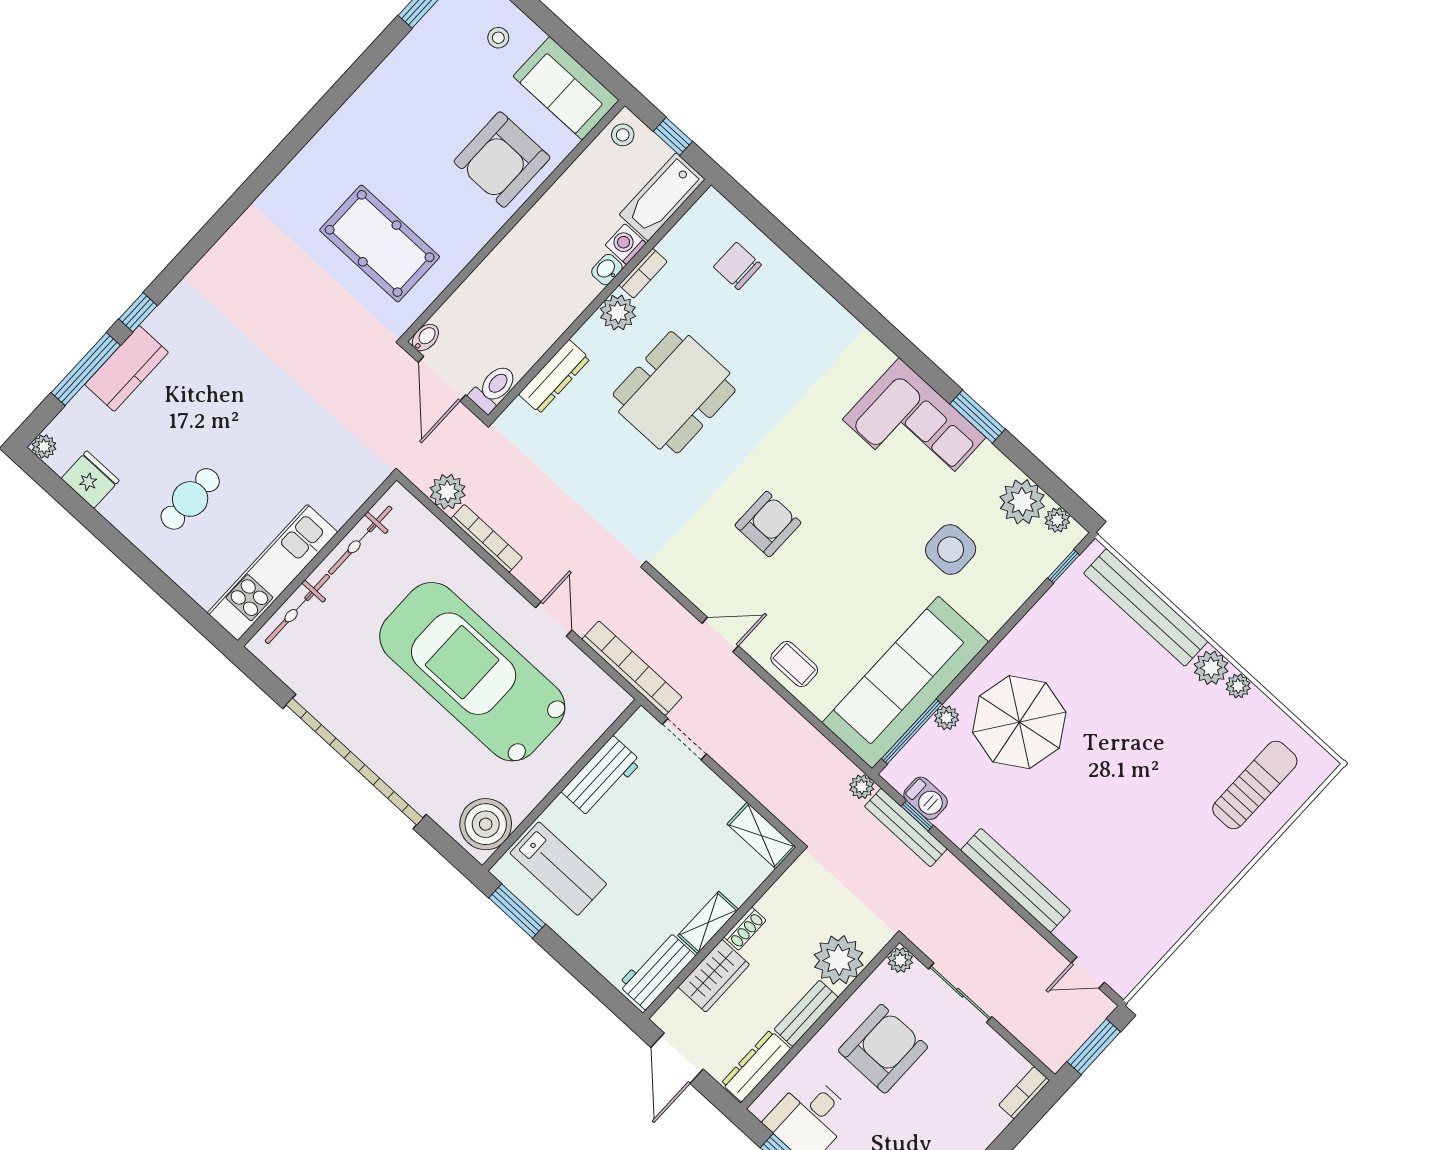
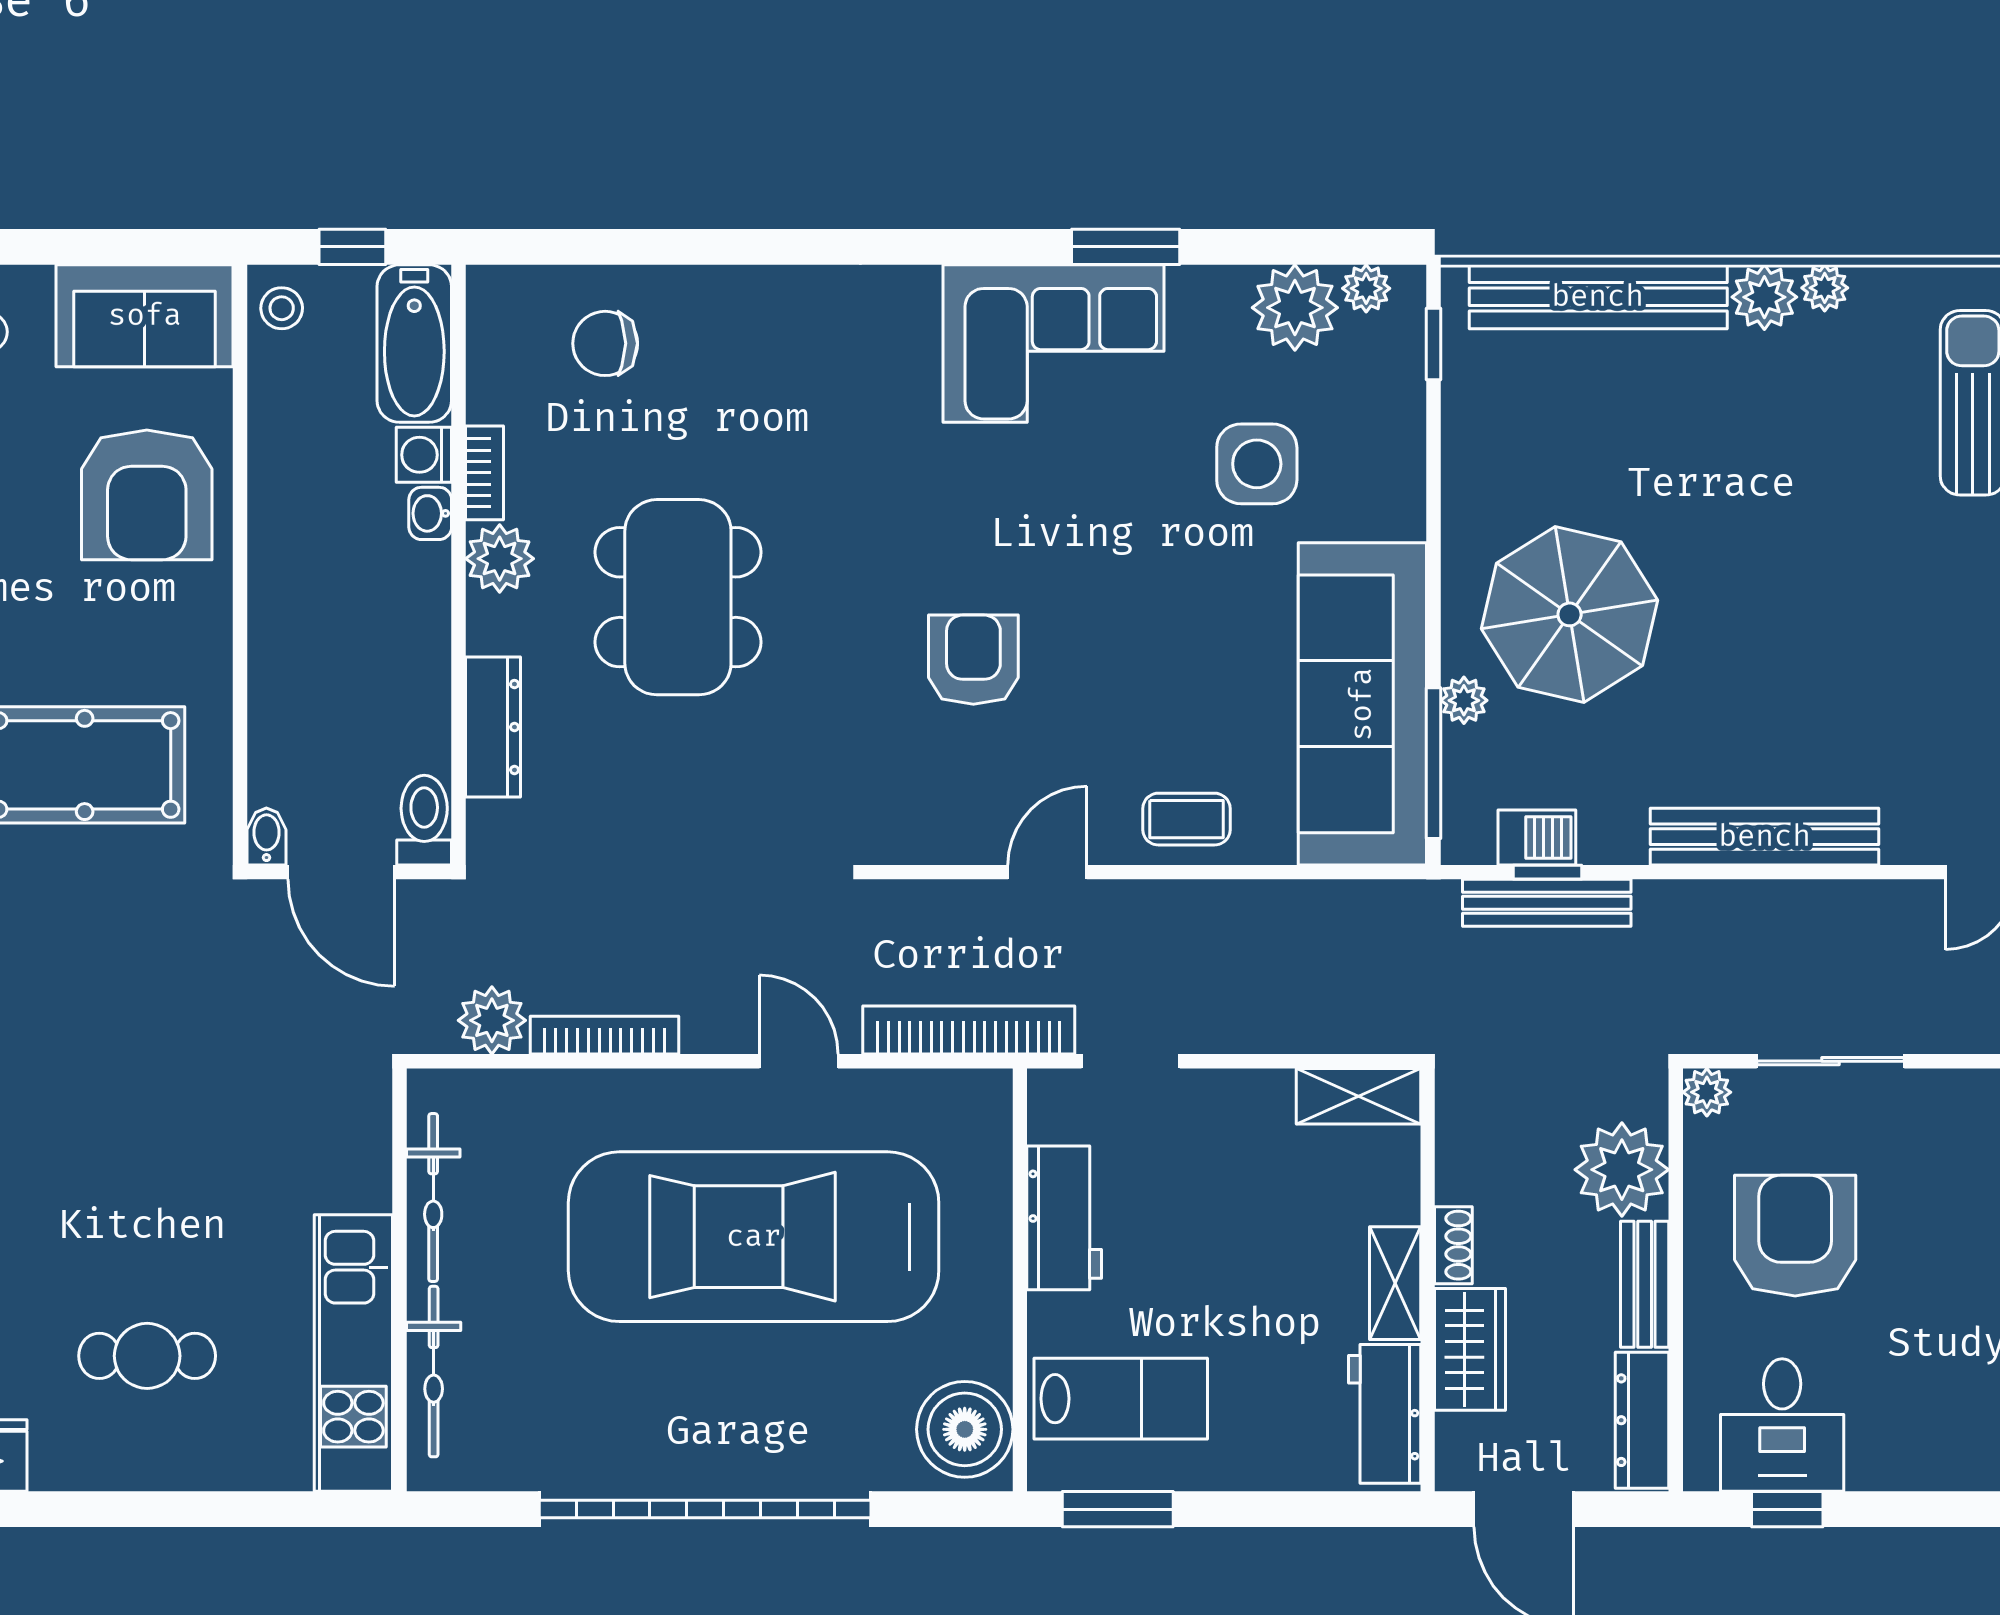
cafe table: (190, 499) -> (147, 1356), turned 90
plant: (862, 787) -> (1435, 902), removed

